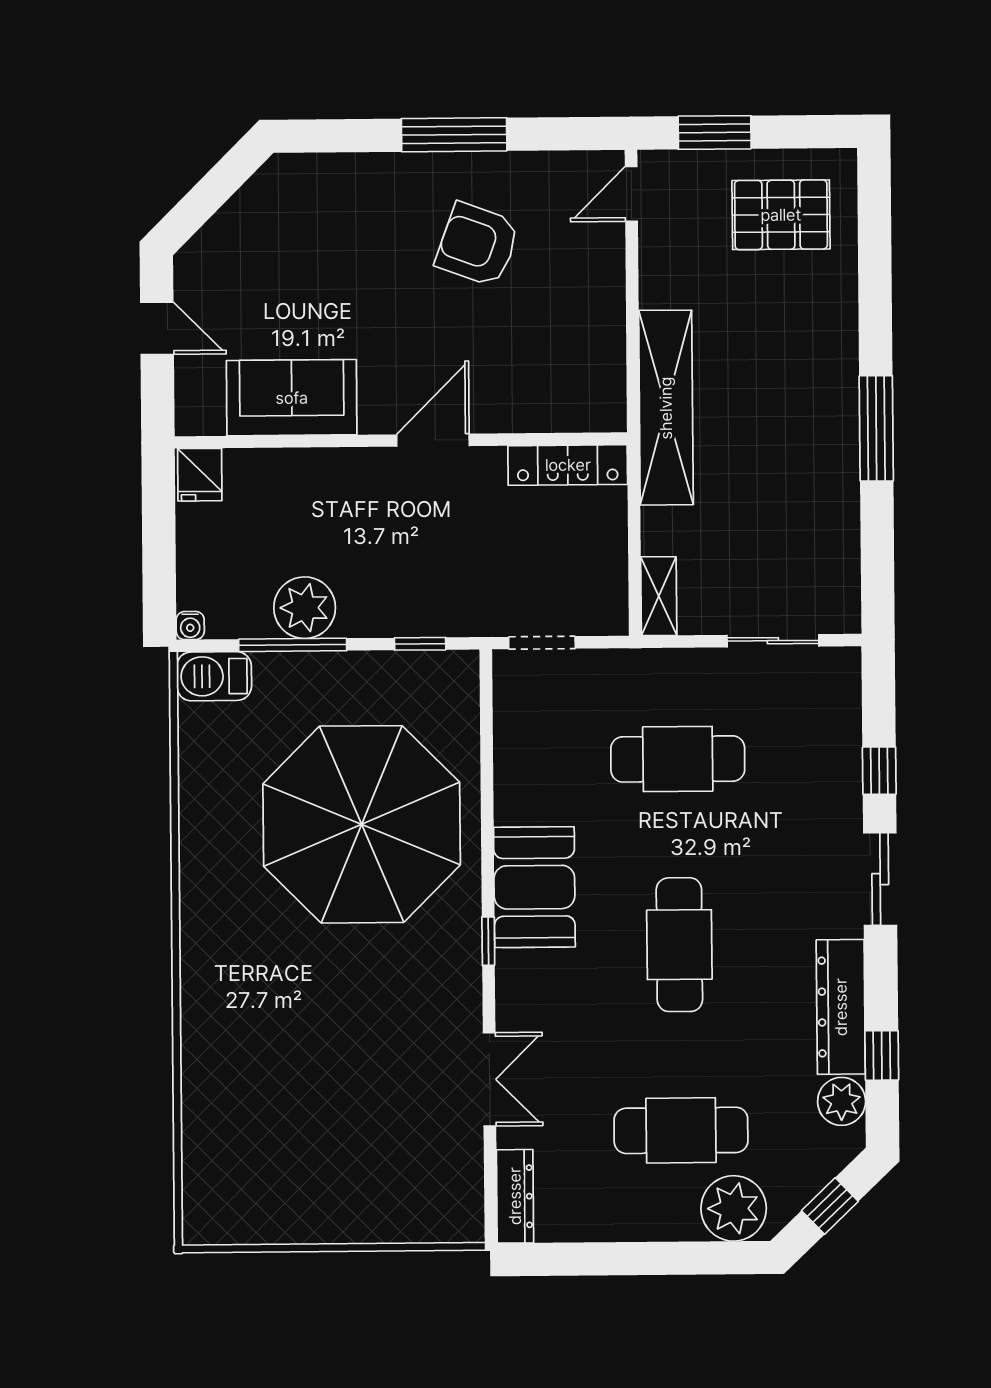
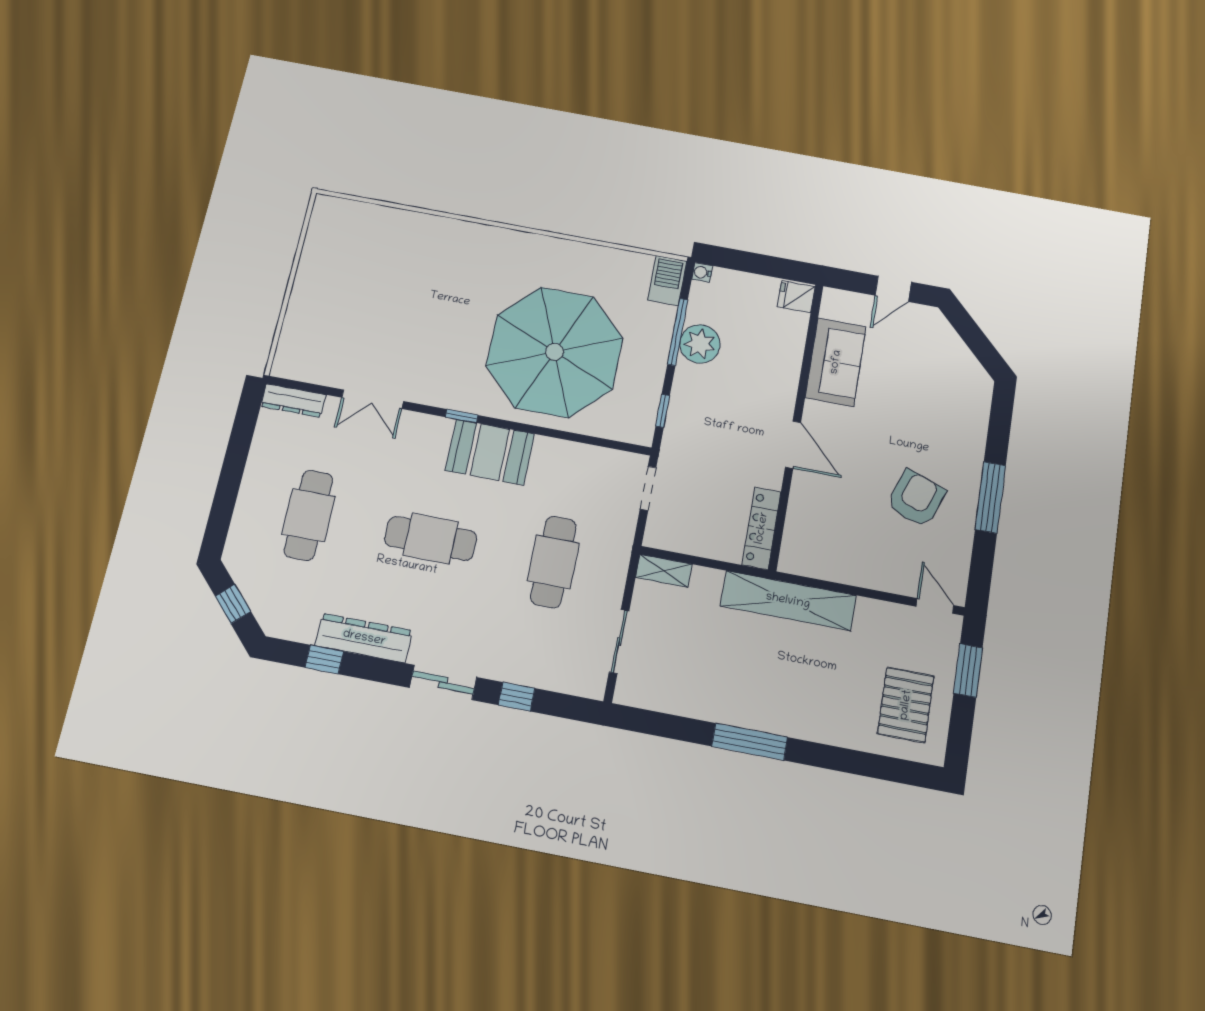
plant: (842, 1101) -> (300, 626), removed
plant: (734, 1208) -> (248, 539), removed

